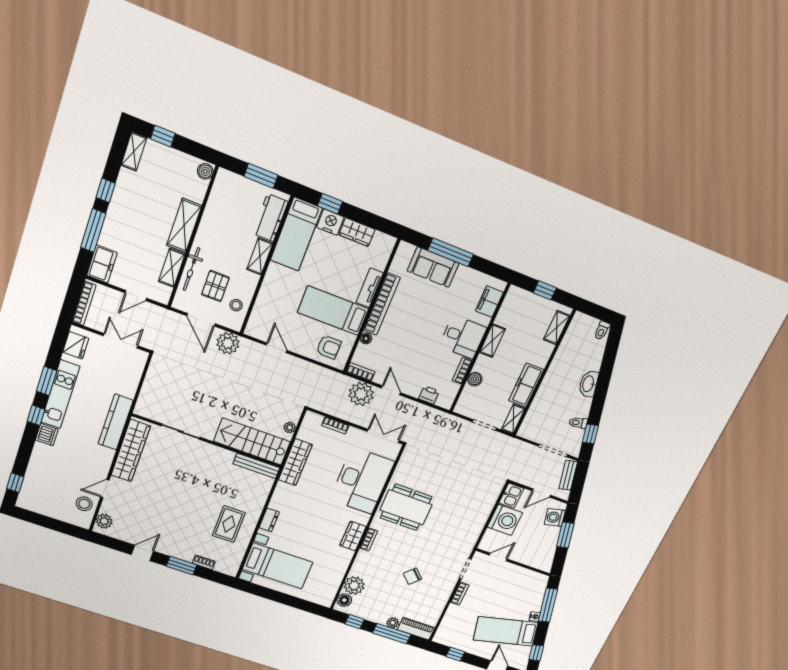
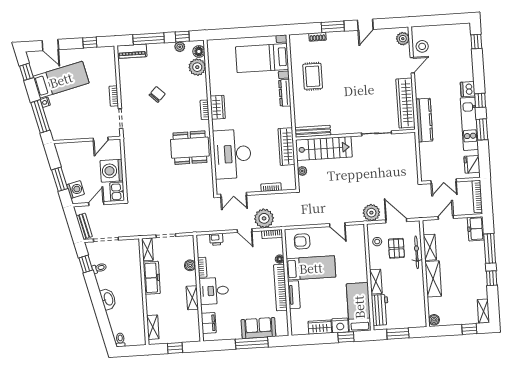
dresser: (269, 520) -> (285, 93), width x1.44
plant: (393, 623) -> (180, 47), moved

